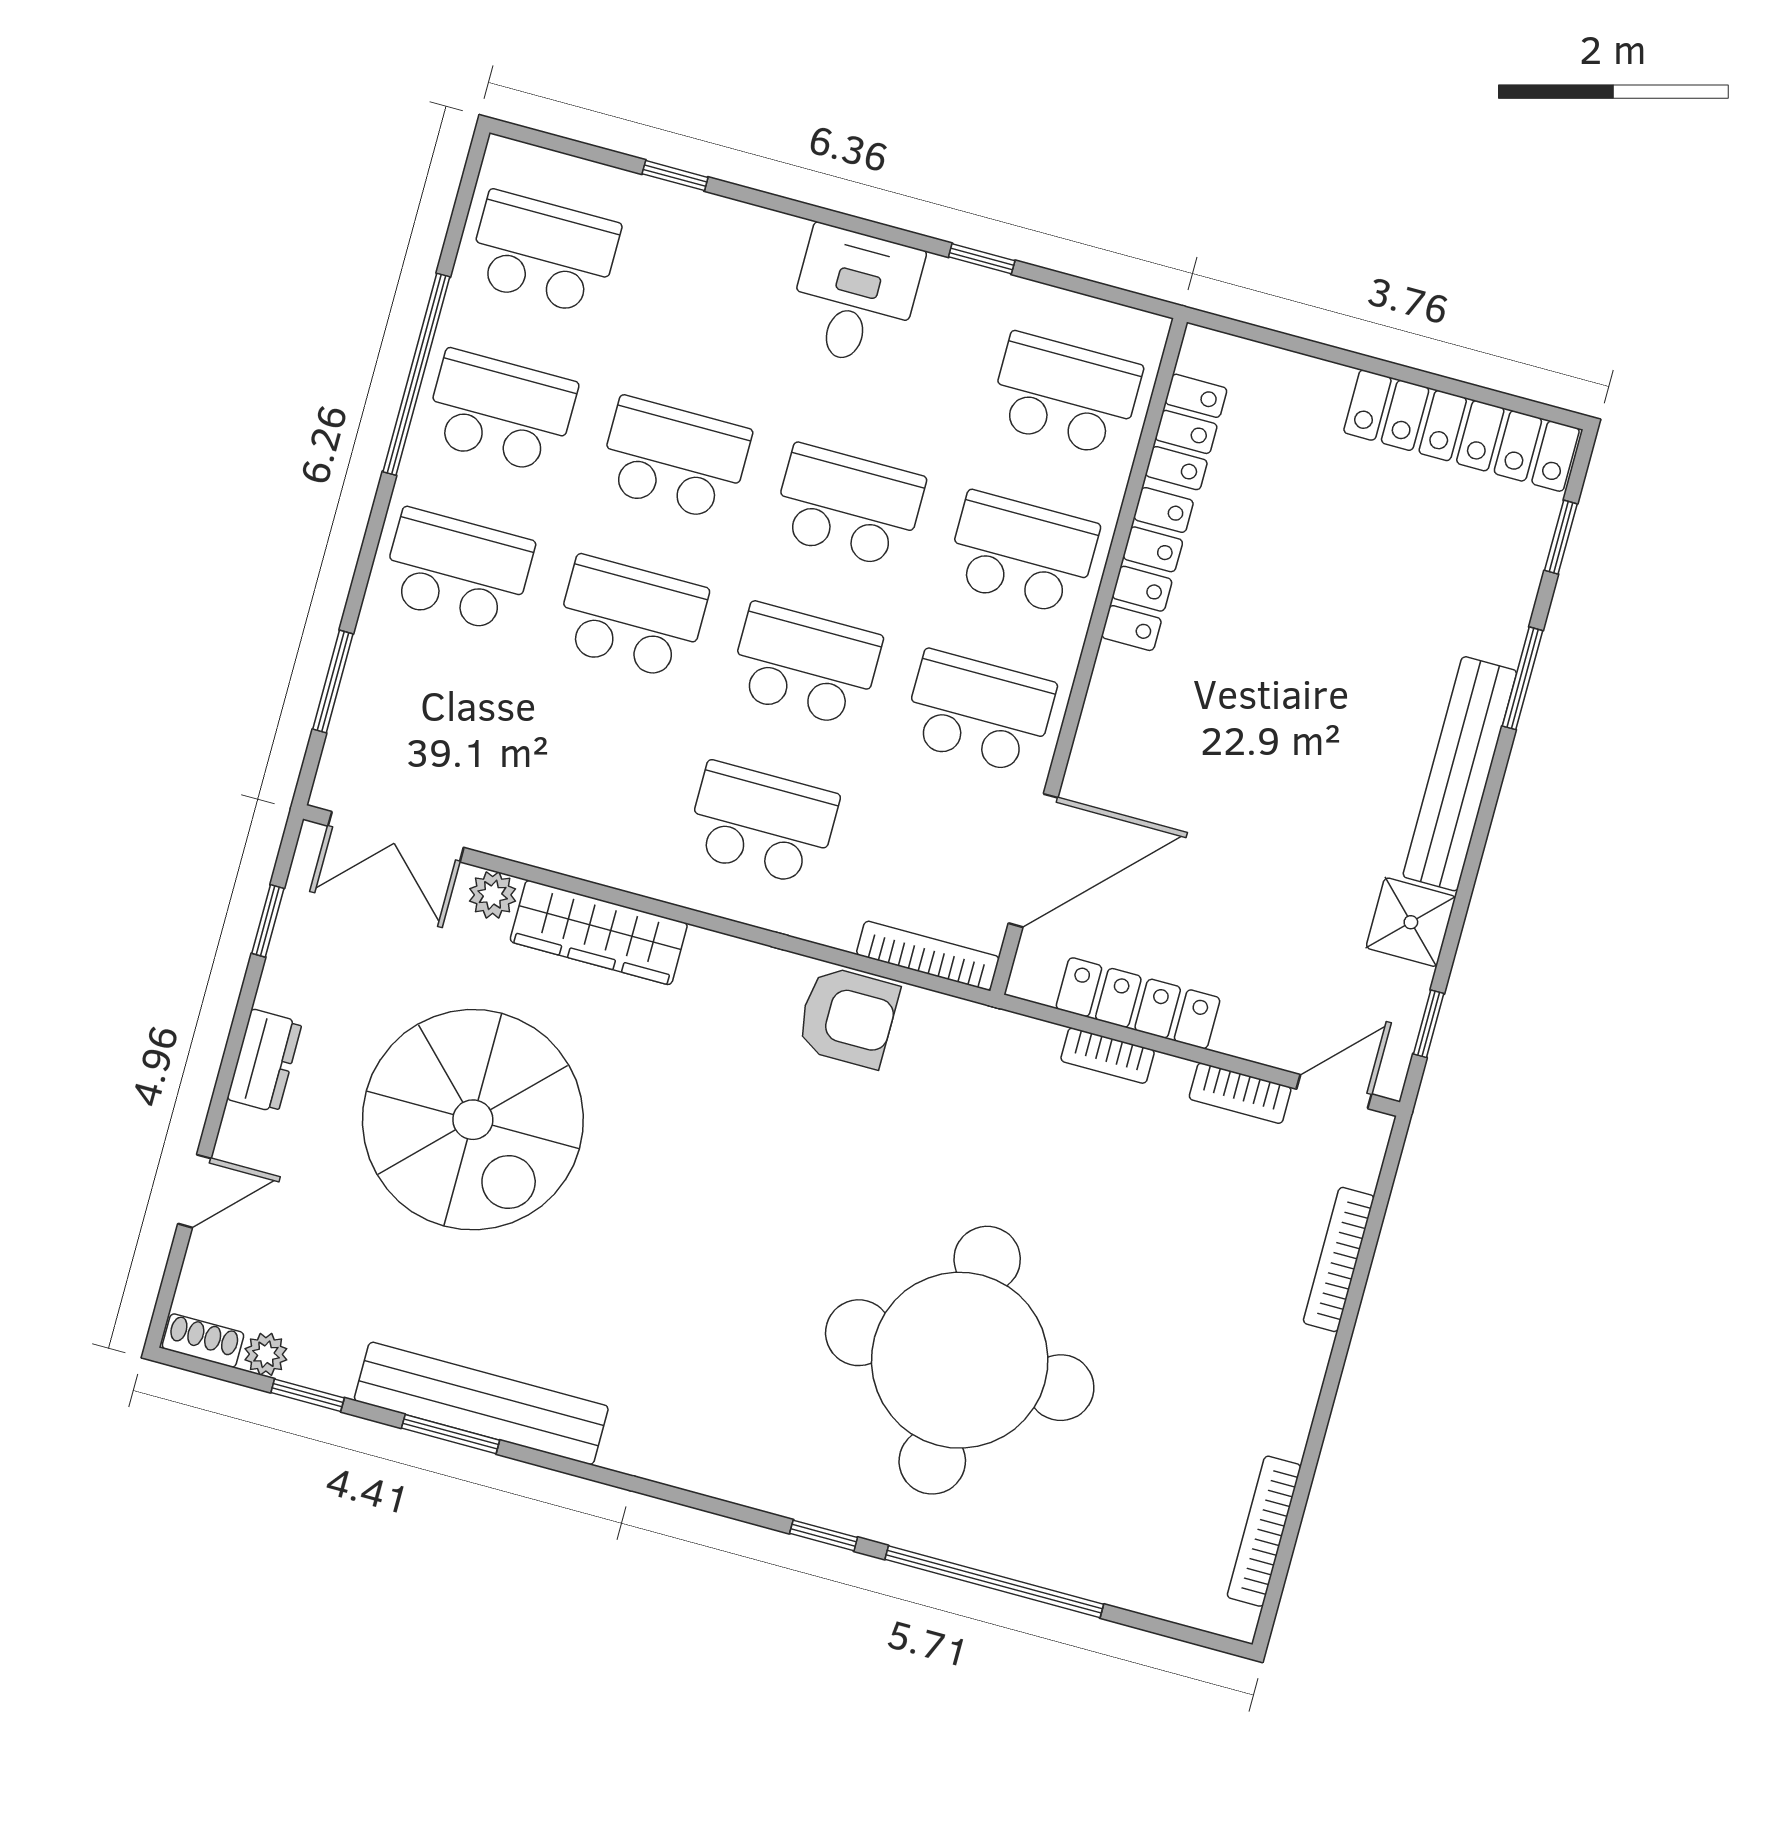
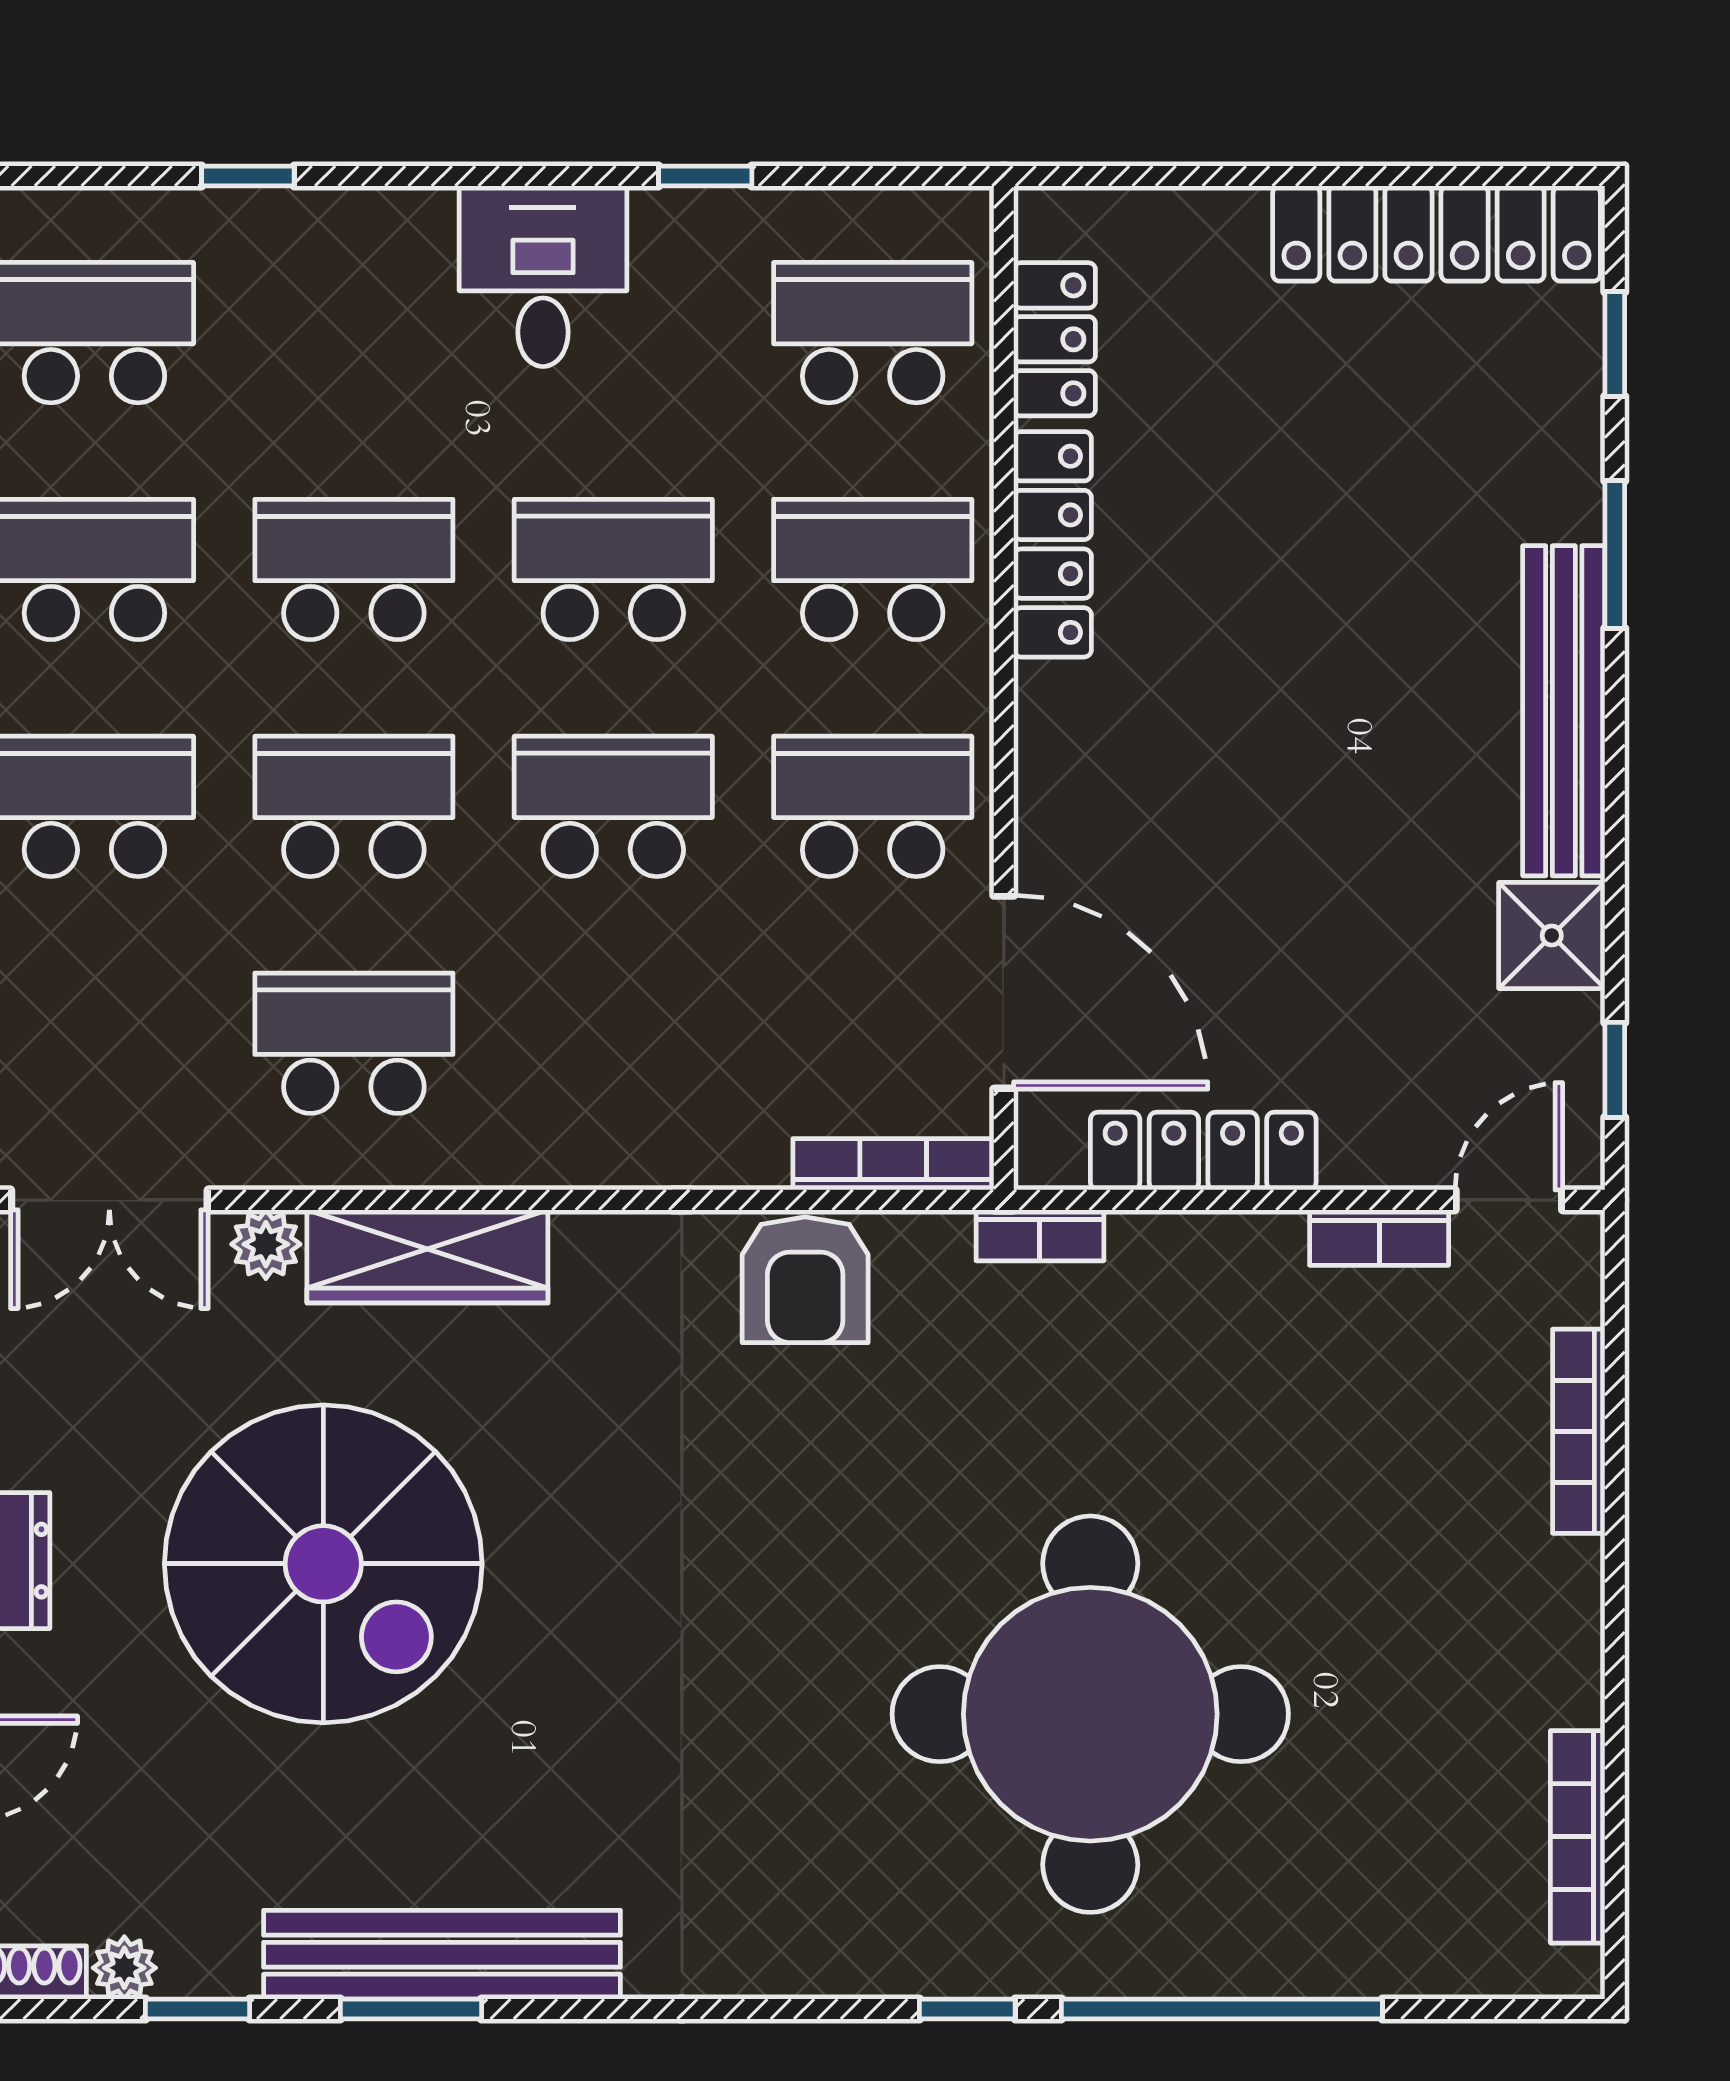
school desk: (762, 823) -> (354, 1043), moved
door: (1033, 860) -> (1004, 992), hinge flipped
armchair: (848, 1017) -> (805, 1280), turned 90
bookcase: (1108, 1056) -> (1040, 1235), moved

